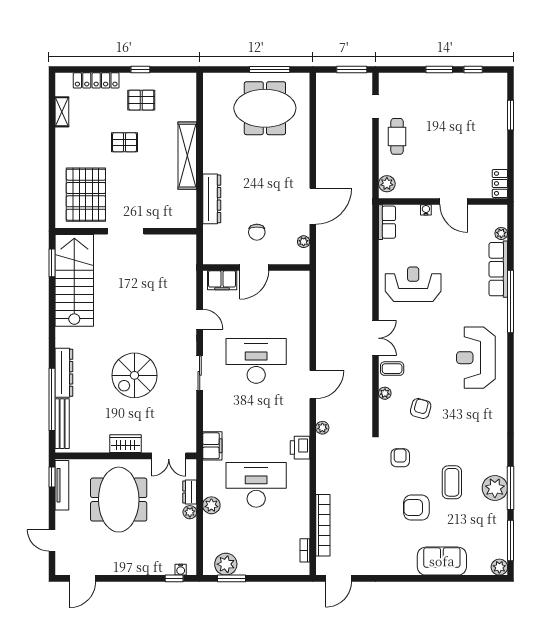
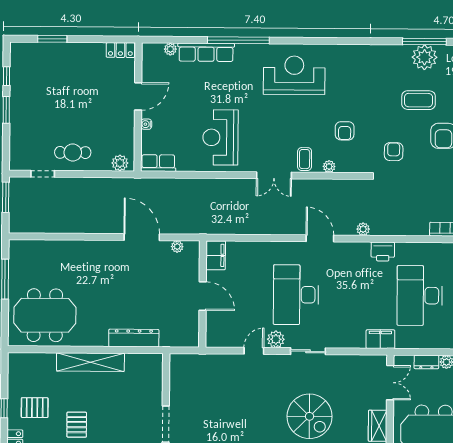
pallet: (141, 100) -> (35, 408), turned 90
meeting table: (265, 108) -> (45, 315), moved, turned 90
chair: (257, 232) -> (167, 293), removed
filing cabinet: (222, 280) -> (216, 255), moved
double door: (376, 338) -> (274, 175), swing flipped
reception desk: (476, 358) -> (294, 75), turned 180
armchair: (421, 408) -> (345, 131), turned -105
armchair: (400, 458) -> (394, 152), turned 90
plant: (211, 505) -> (276, 339), moved

